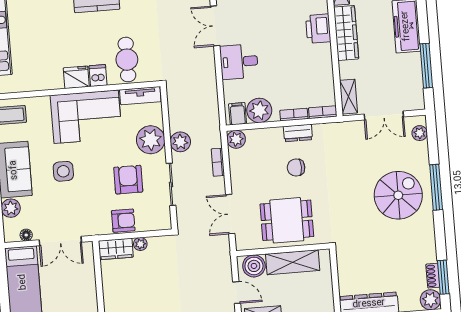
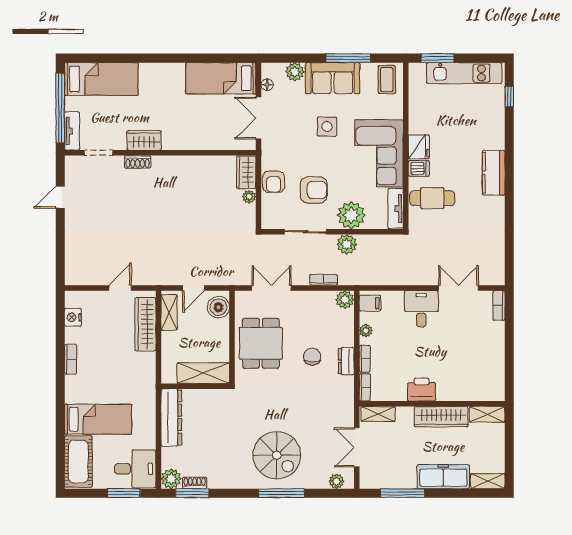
printer: (318, 29) -> (422, 390), moved
plant: (259, 110) -> (366, 331), width x0.53, depth x0.53
shelving: (293, 262) -> (203, 373), moved, turned 90

